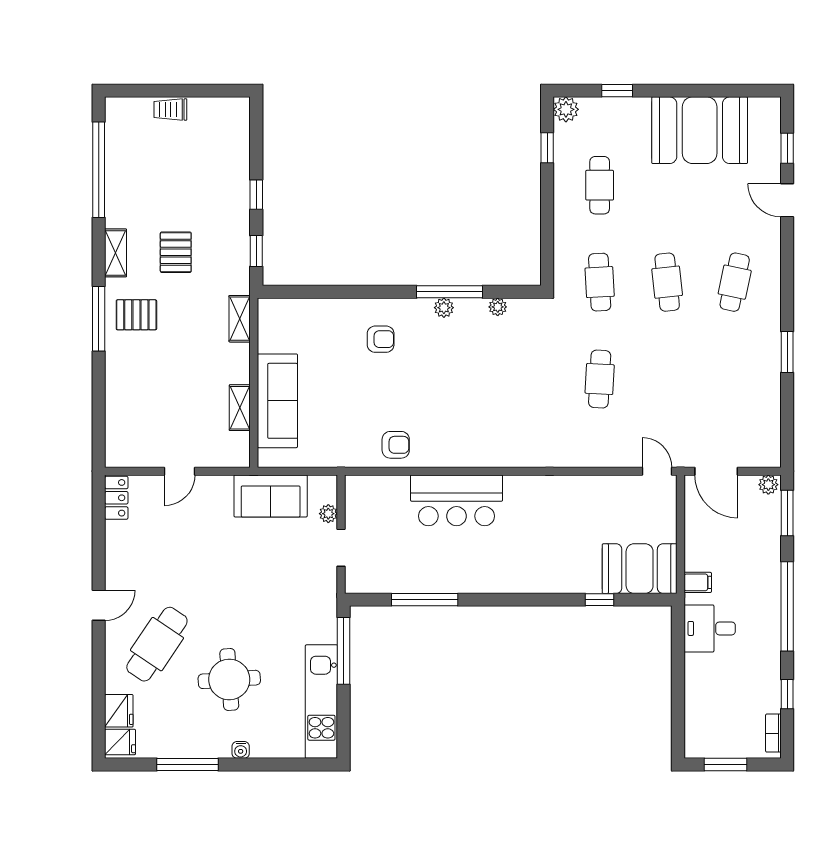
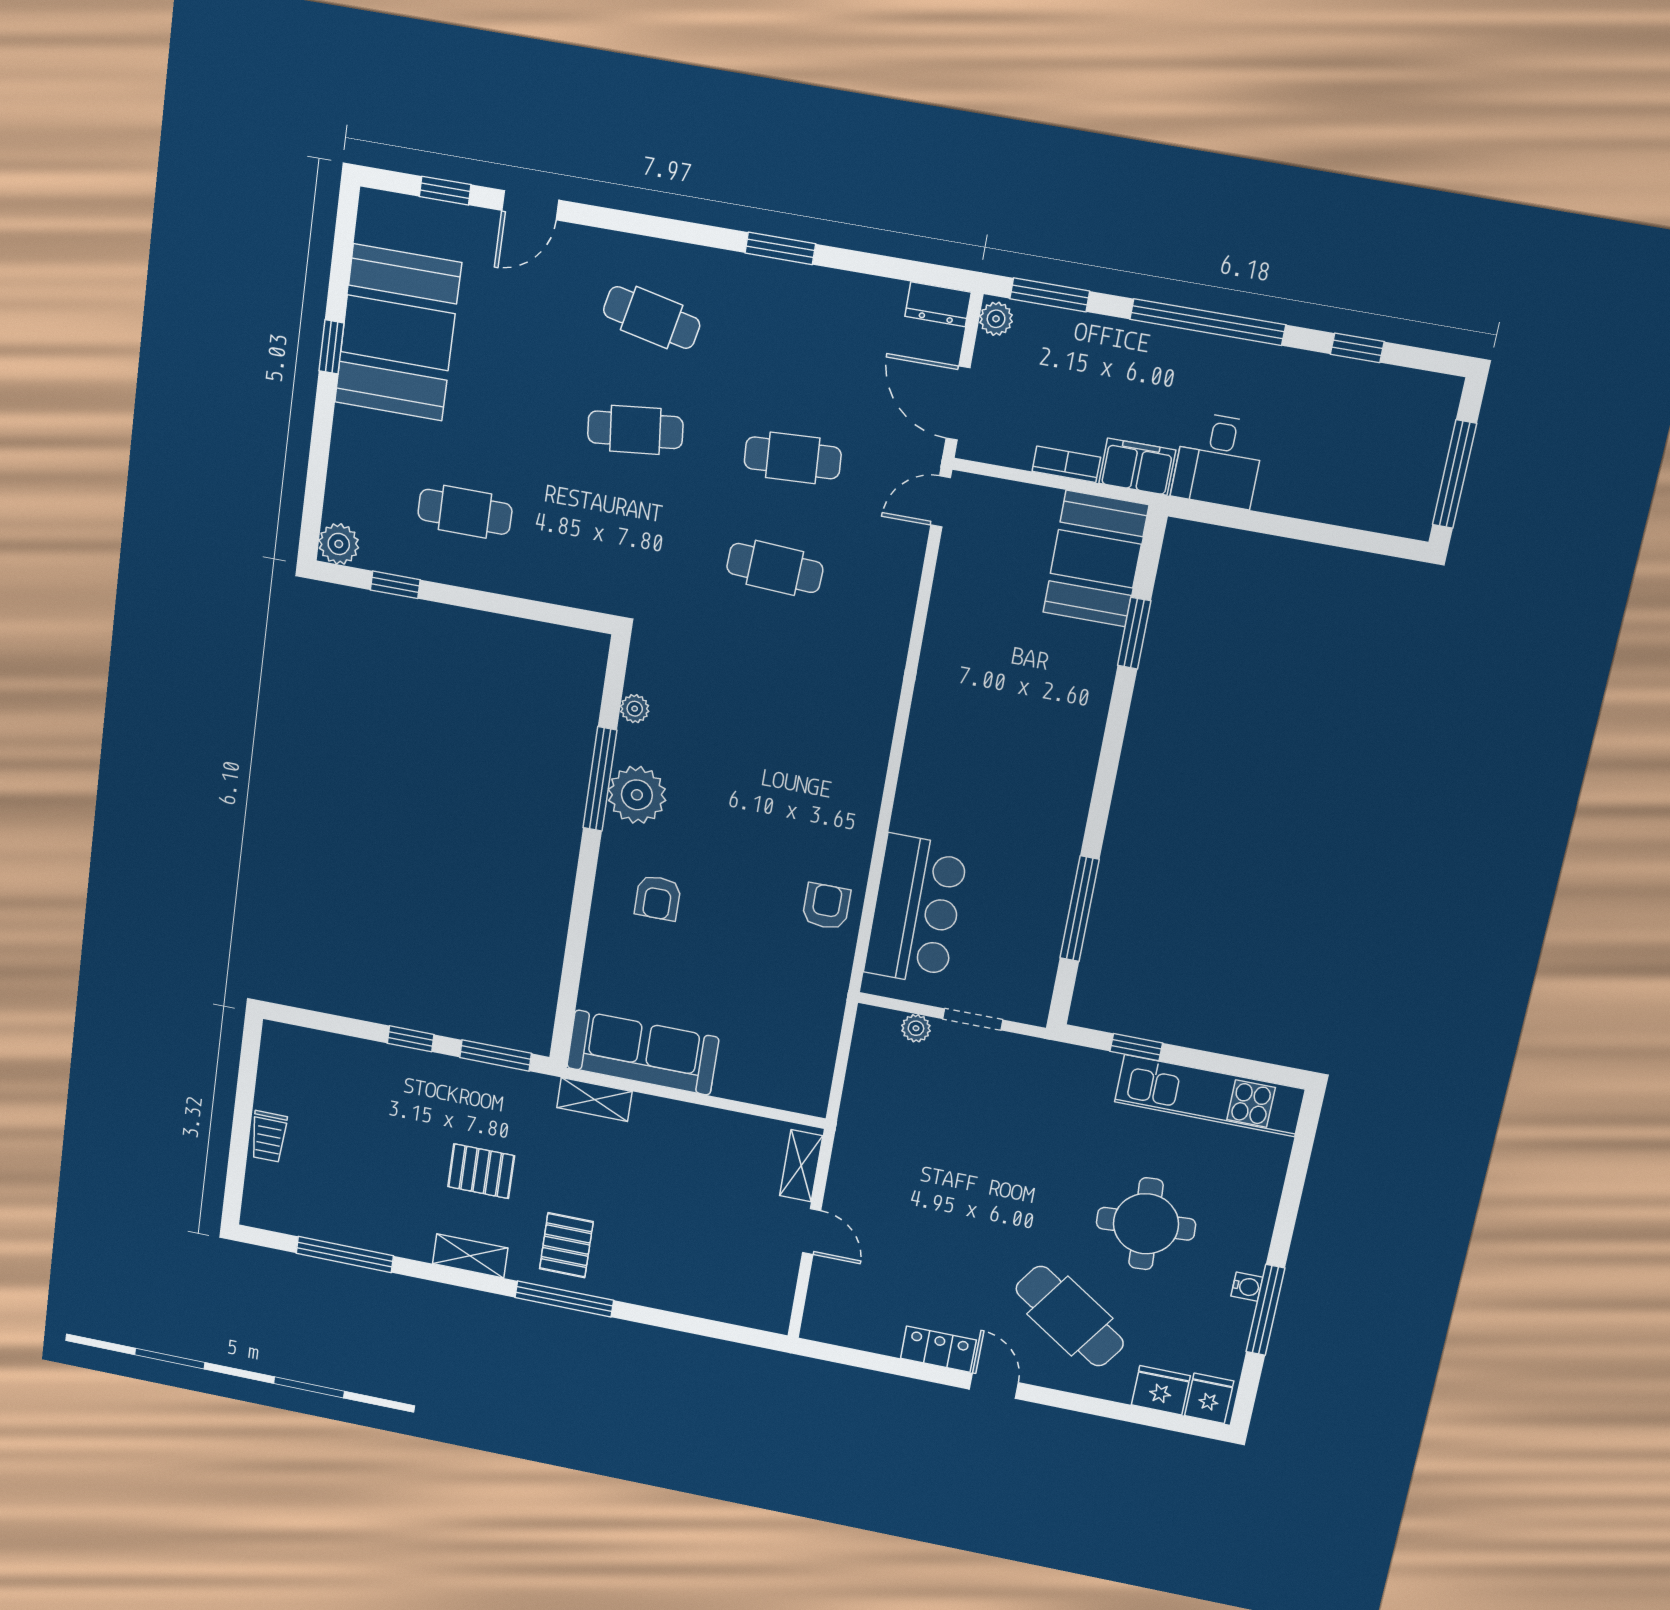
window: (617, 91) -> (331, 347), moved
window: (99, 170) -> (345, 1255), width x0.68
window: (256, 251) -> (495, 1055), width x1.50
cafe table: (600, 282) -> (793, 458), moved
plant: (444, 308) -> (637, 795), width x1.87, depth x1.87
armchair: (381, 339) -> (658, 898), turned 180
sofa: (277, 401) -> (643, 1053), moved
shelving: (240, 408) -> (801, 1166), moved, turned 90
dresser: (771, 449) -> (938, 304), added
door: (716, 471) -> (958, 403), swing flipped
sofa: (271, 496) -> (873, 1108), removed
locker: (116, 498) -> (938, 1349), moved
bar counter: (457, 500) -> (916, 910), moved
filing cabinet: (698, 582) -> (1137, 467), width x2.00
window: (600, 600) -> (1134, 633), width x1.50
window: (344, 651) -> (1136, 1047), width x0.46
bookcase: (773, 733) -> (1066, 464), moved, turned 180
water cooler: (241, 750) -> (1247, 1287), moved
window: (725, 765) -> (1454, 474), width x1.44

